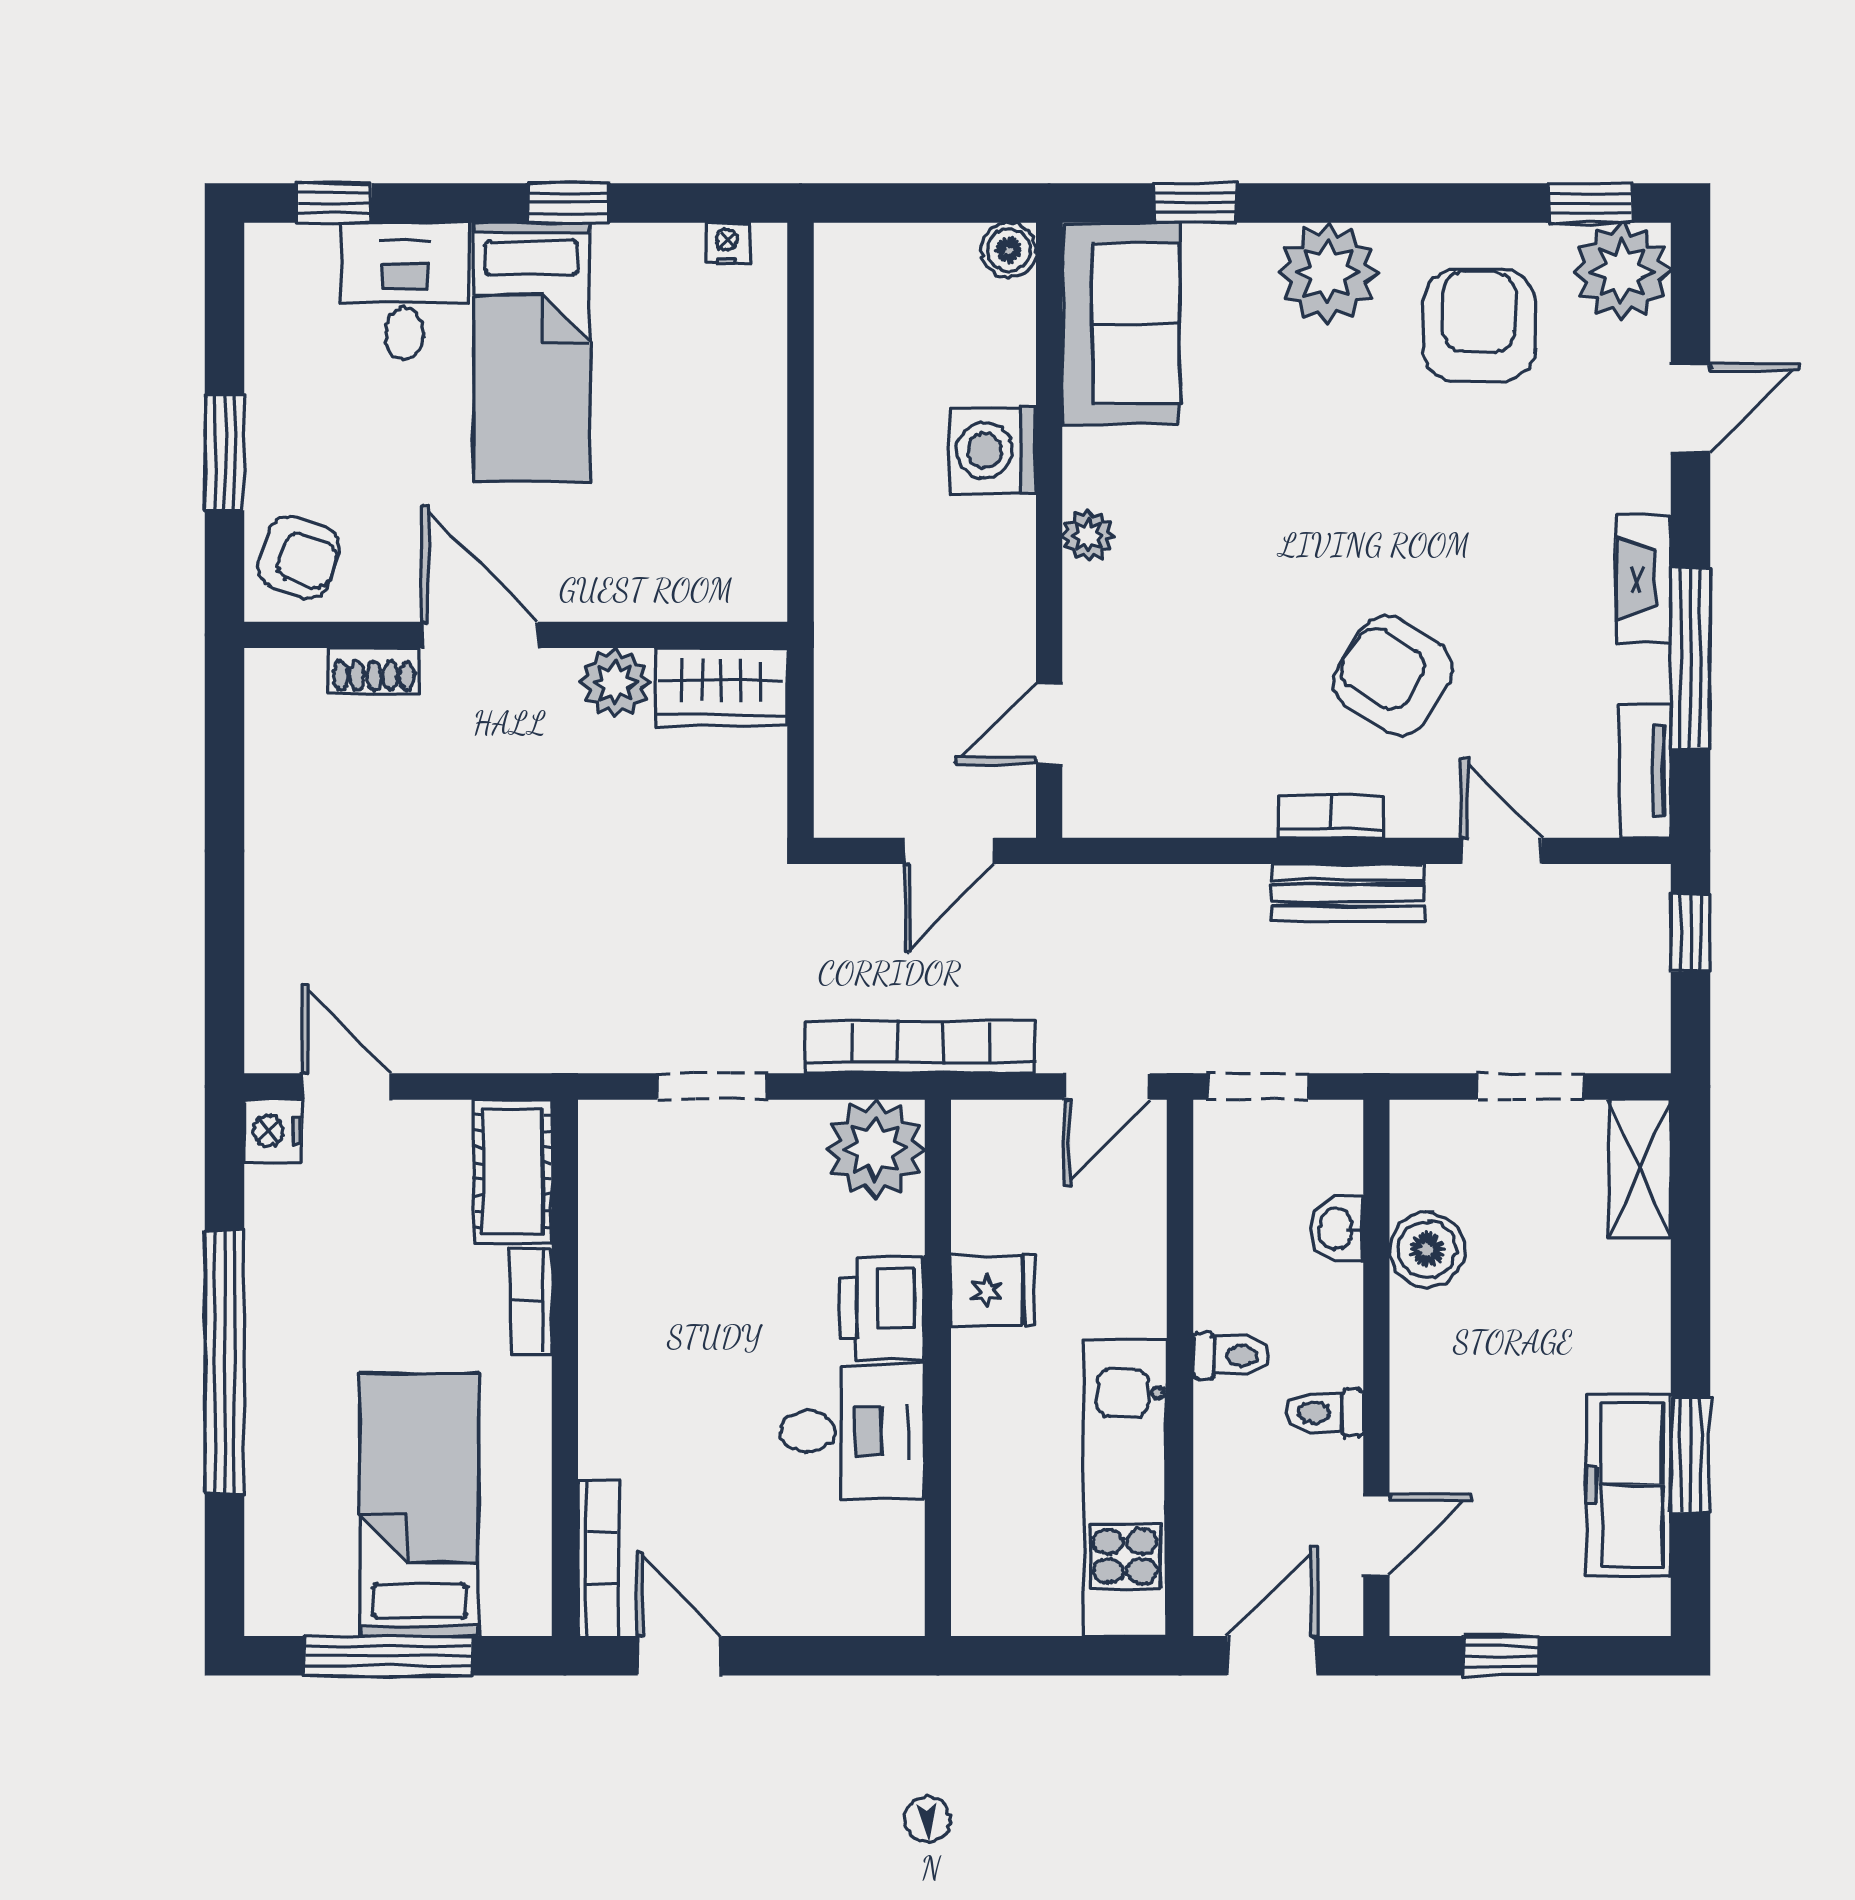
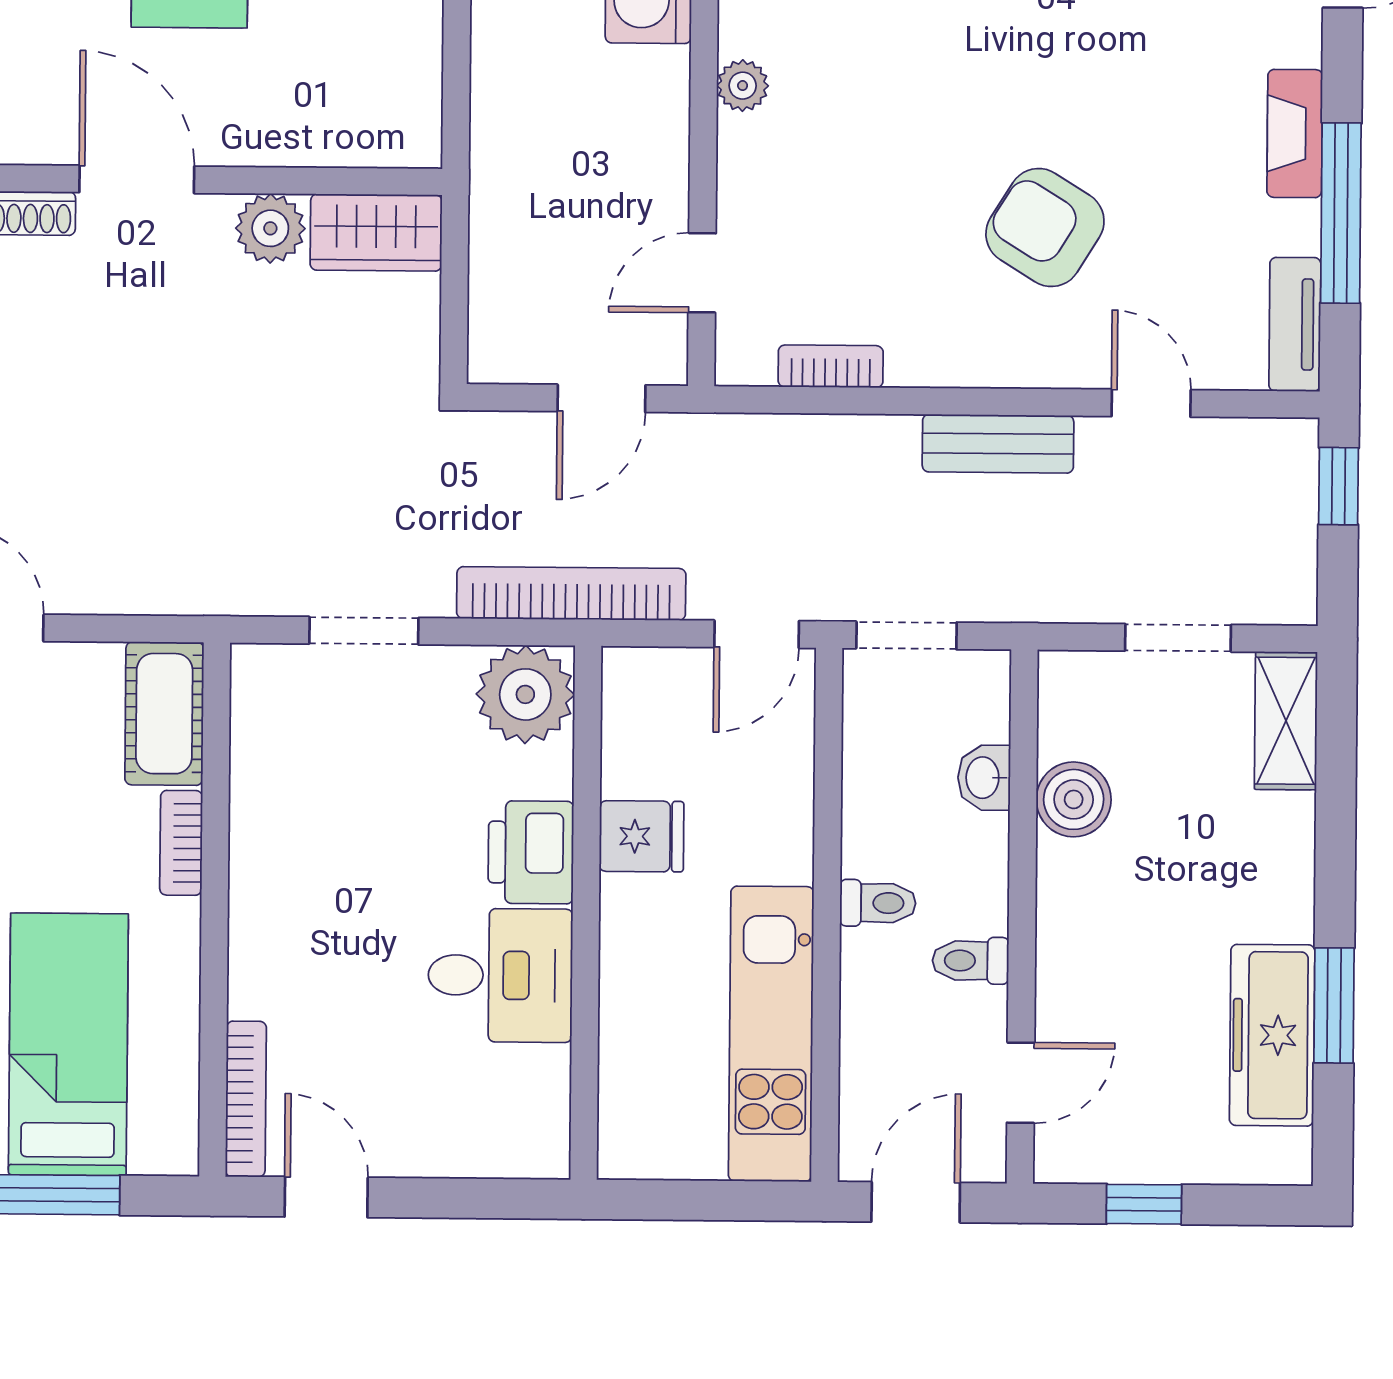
bookcase: (1331, 817) -> (831, 366), moved

